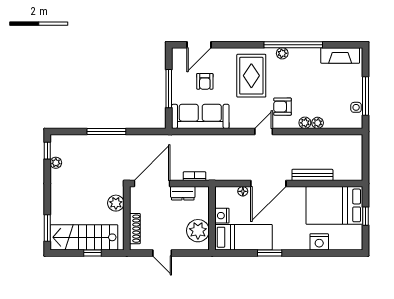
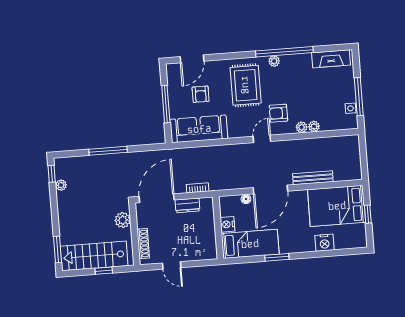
plant: (198, 231) -> (205, 241), removed

